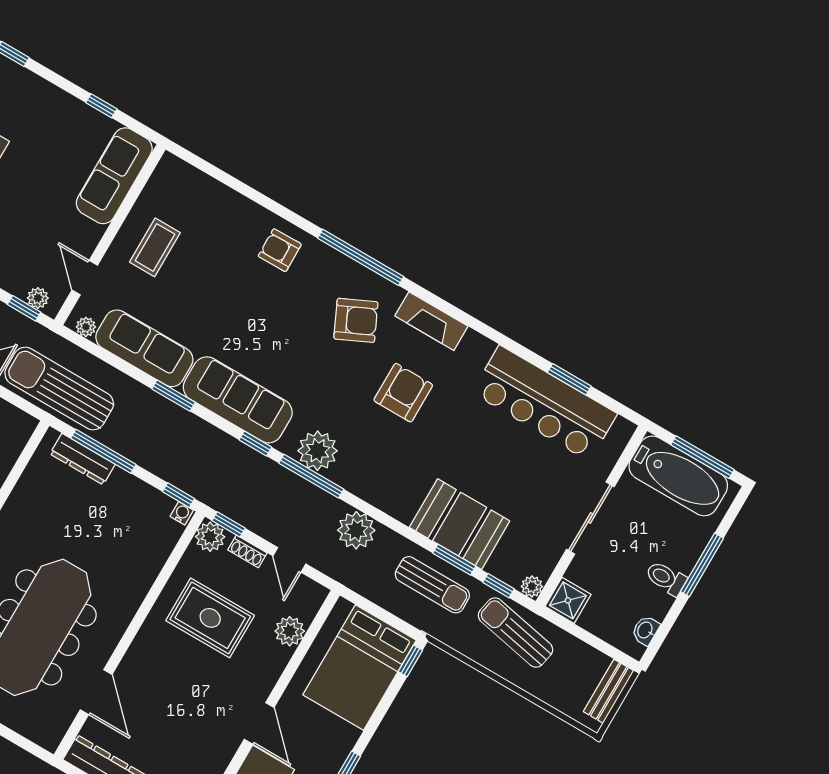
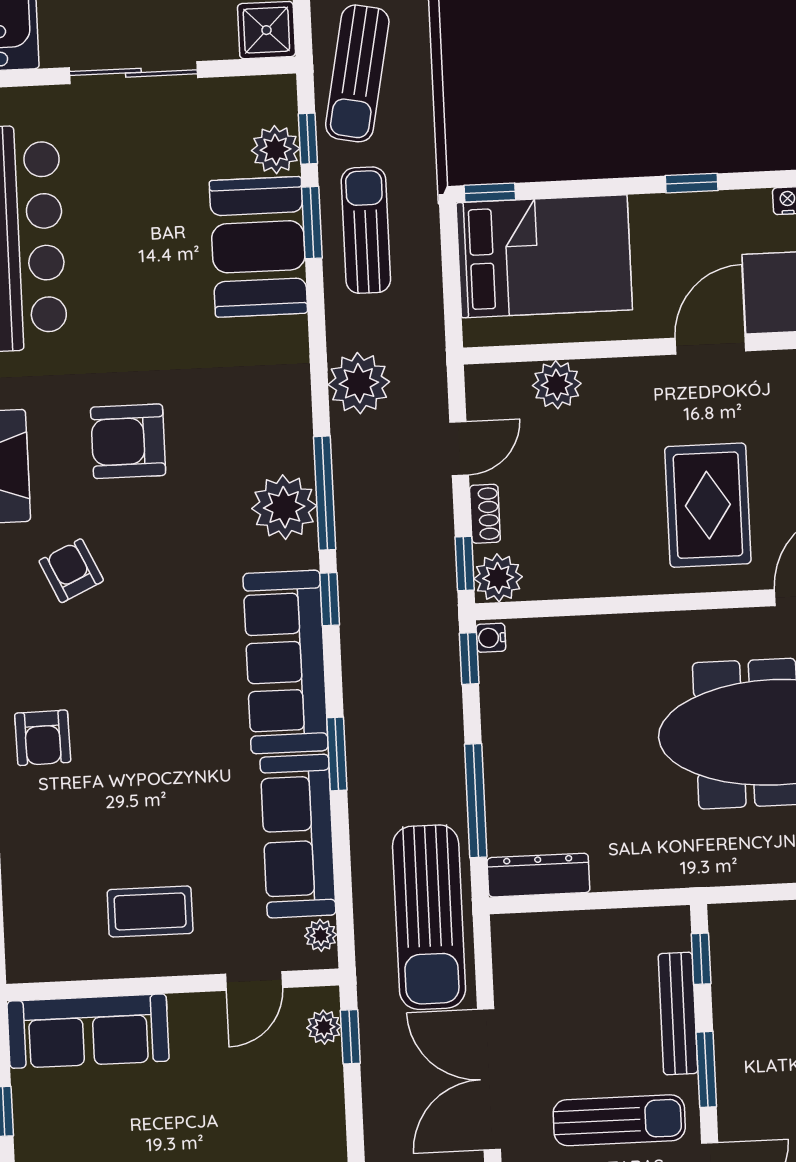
armchair: (356, 320) -> (71, 571), width x0.72, depth x0.72
dresser: (83, 459) -> (538, 875), moved, turned -90
plant: (532, 586) -> (276, 150), moved, width x1.38, depth x1.38
rug: (210, 618) -> (708, 505), moved

